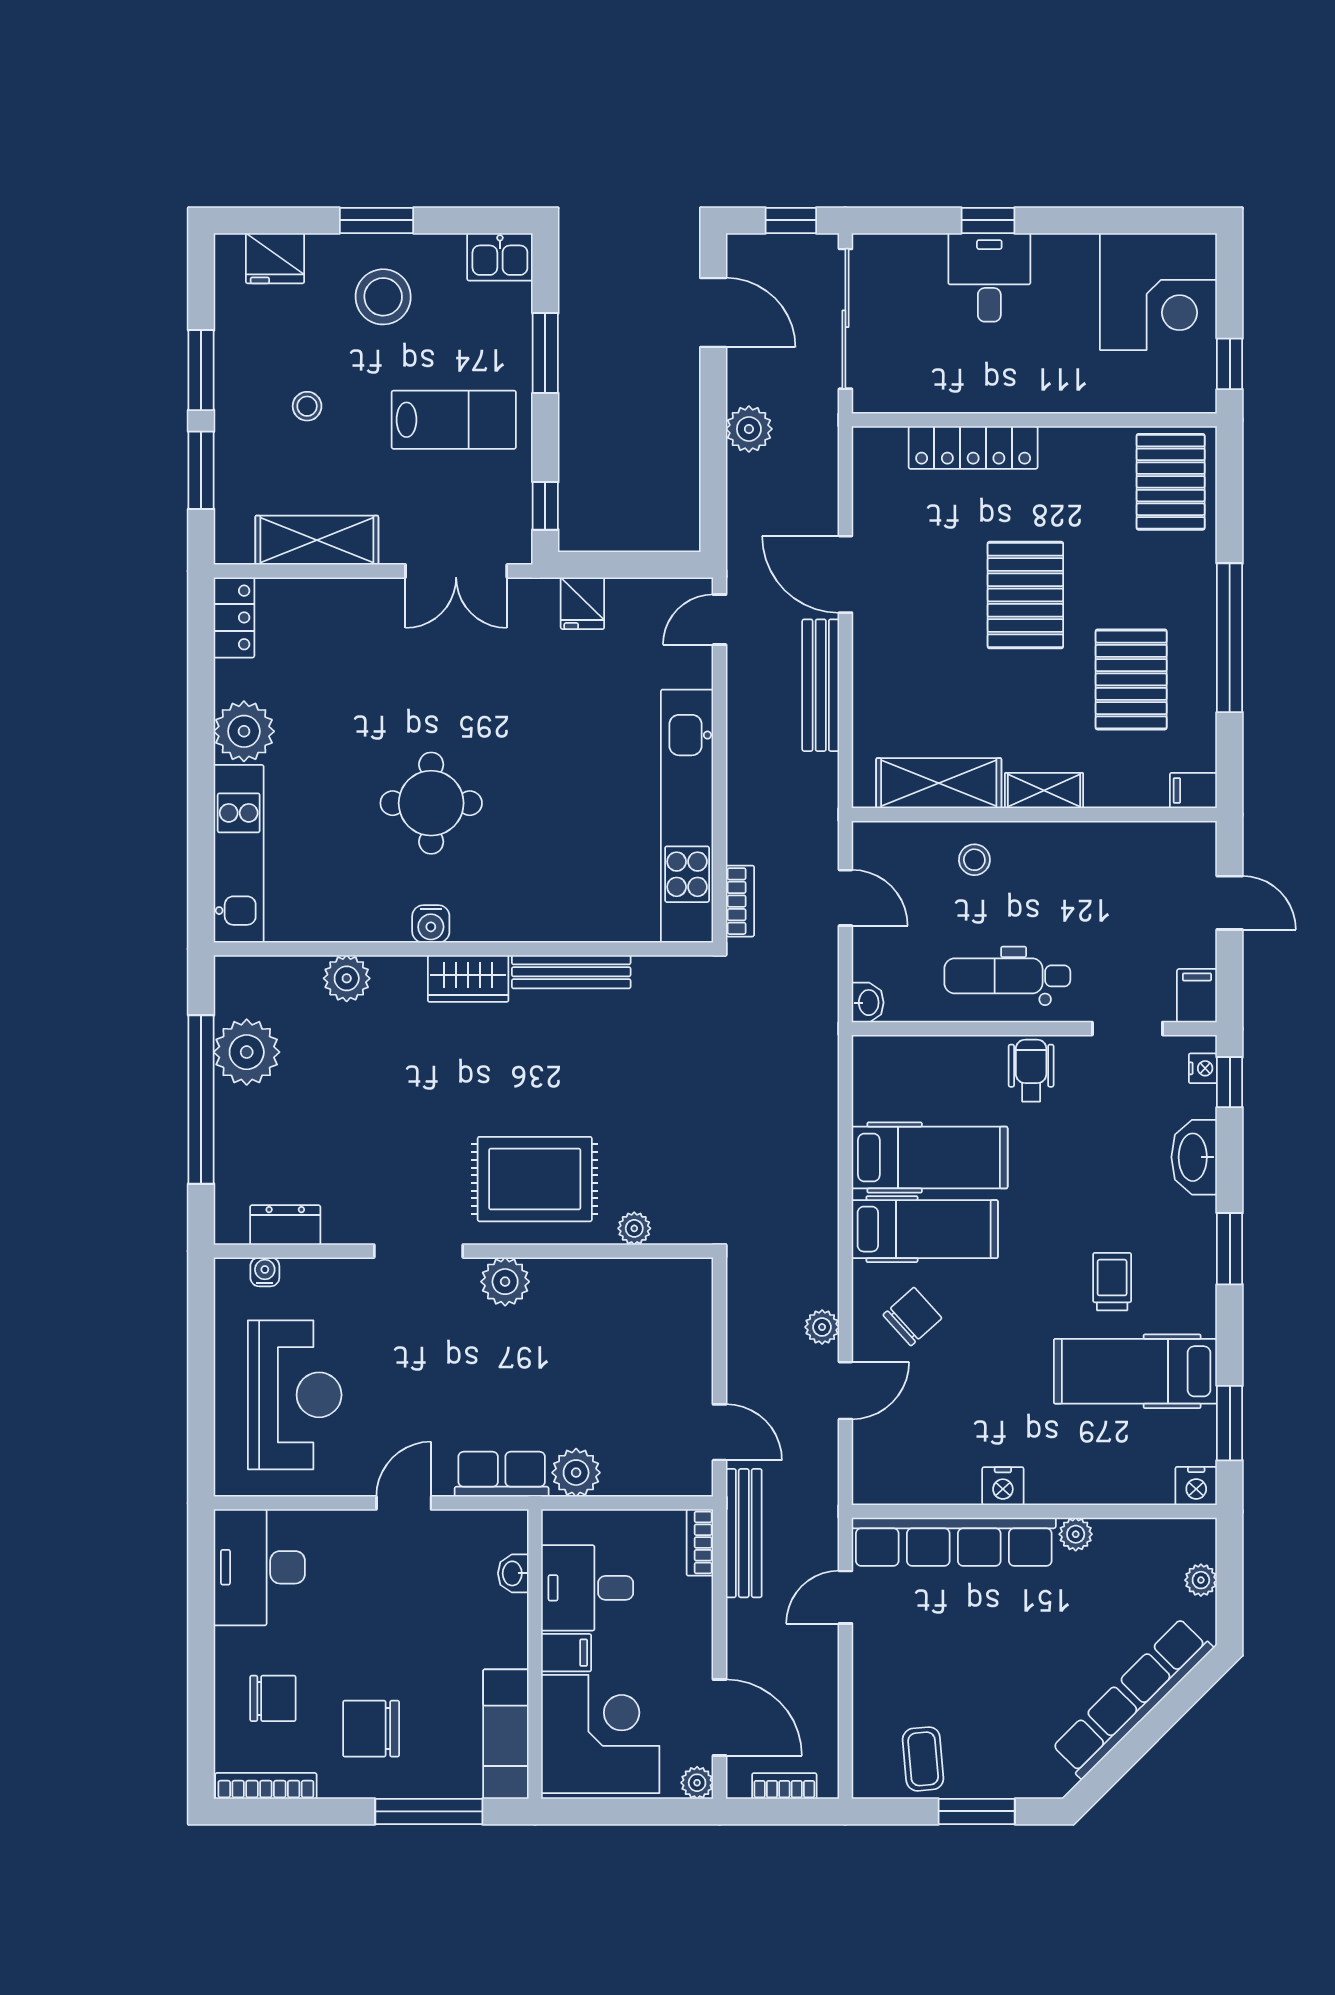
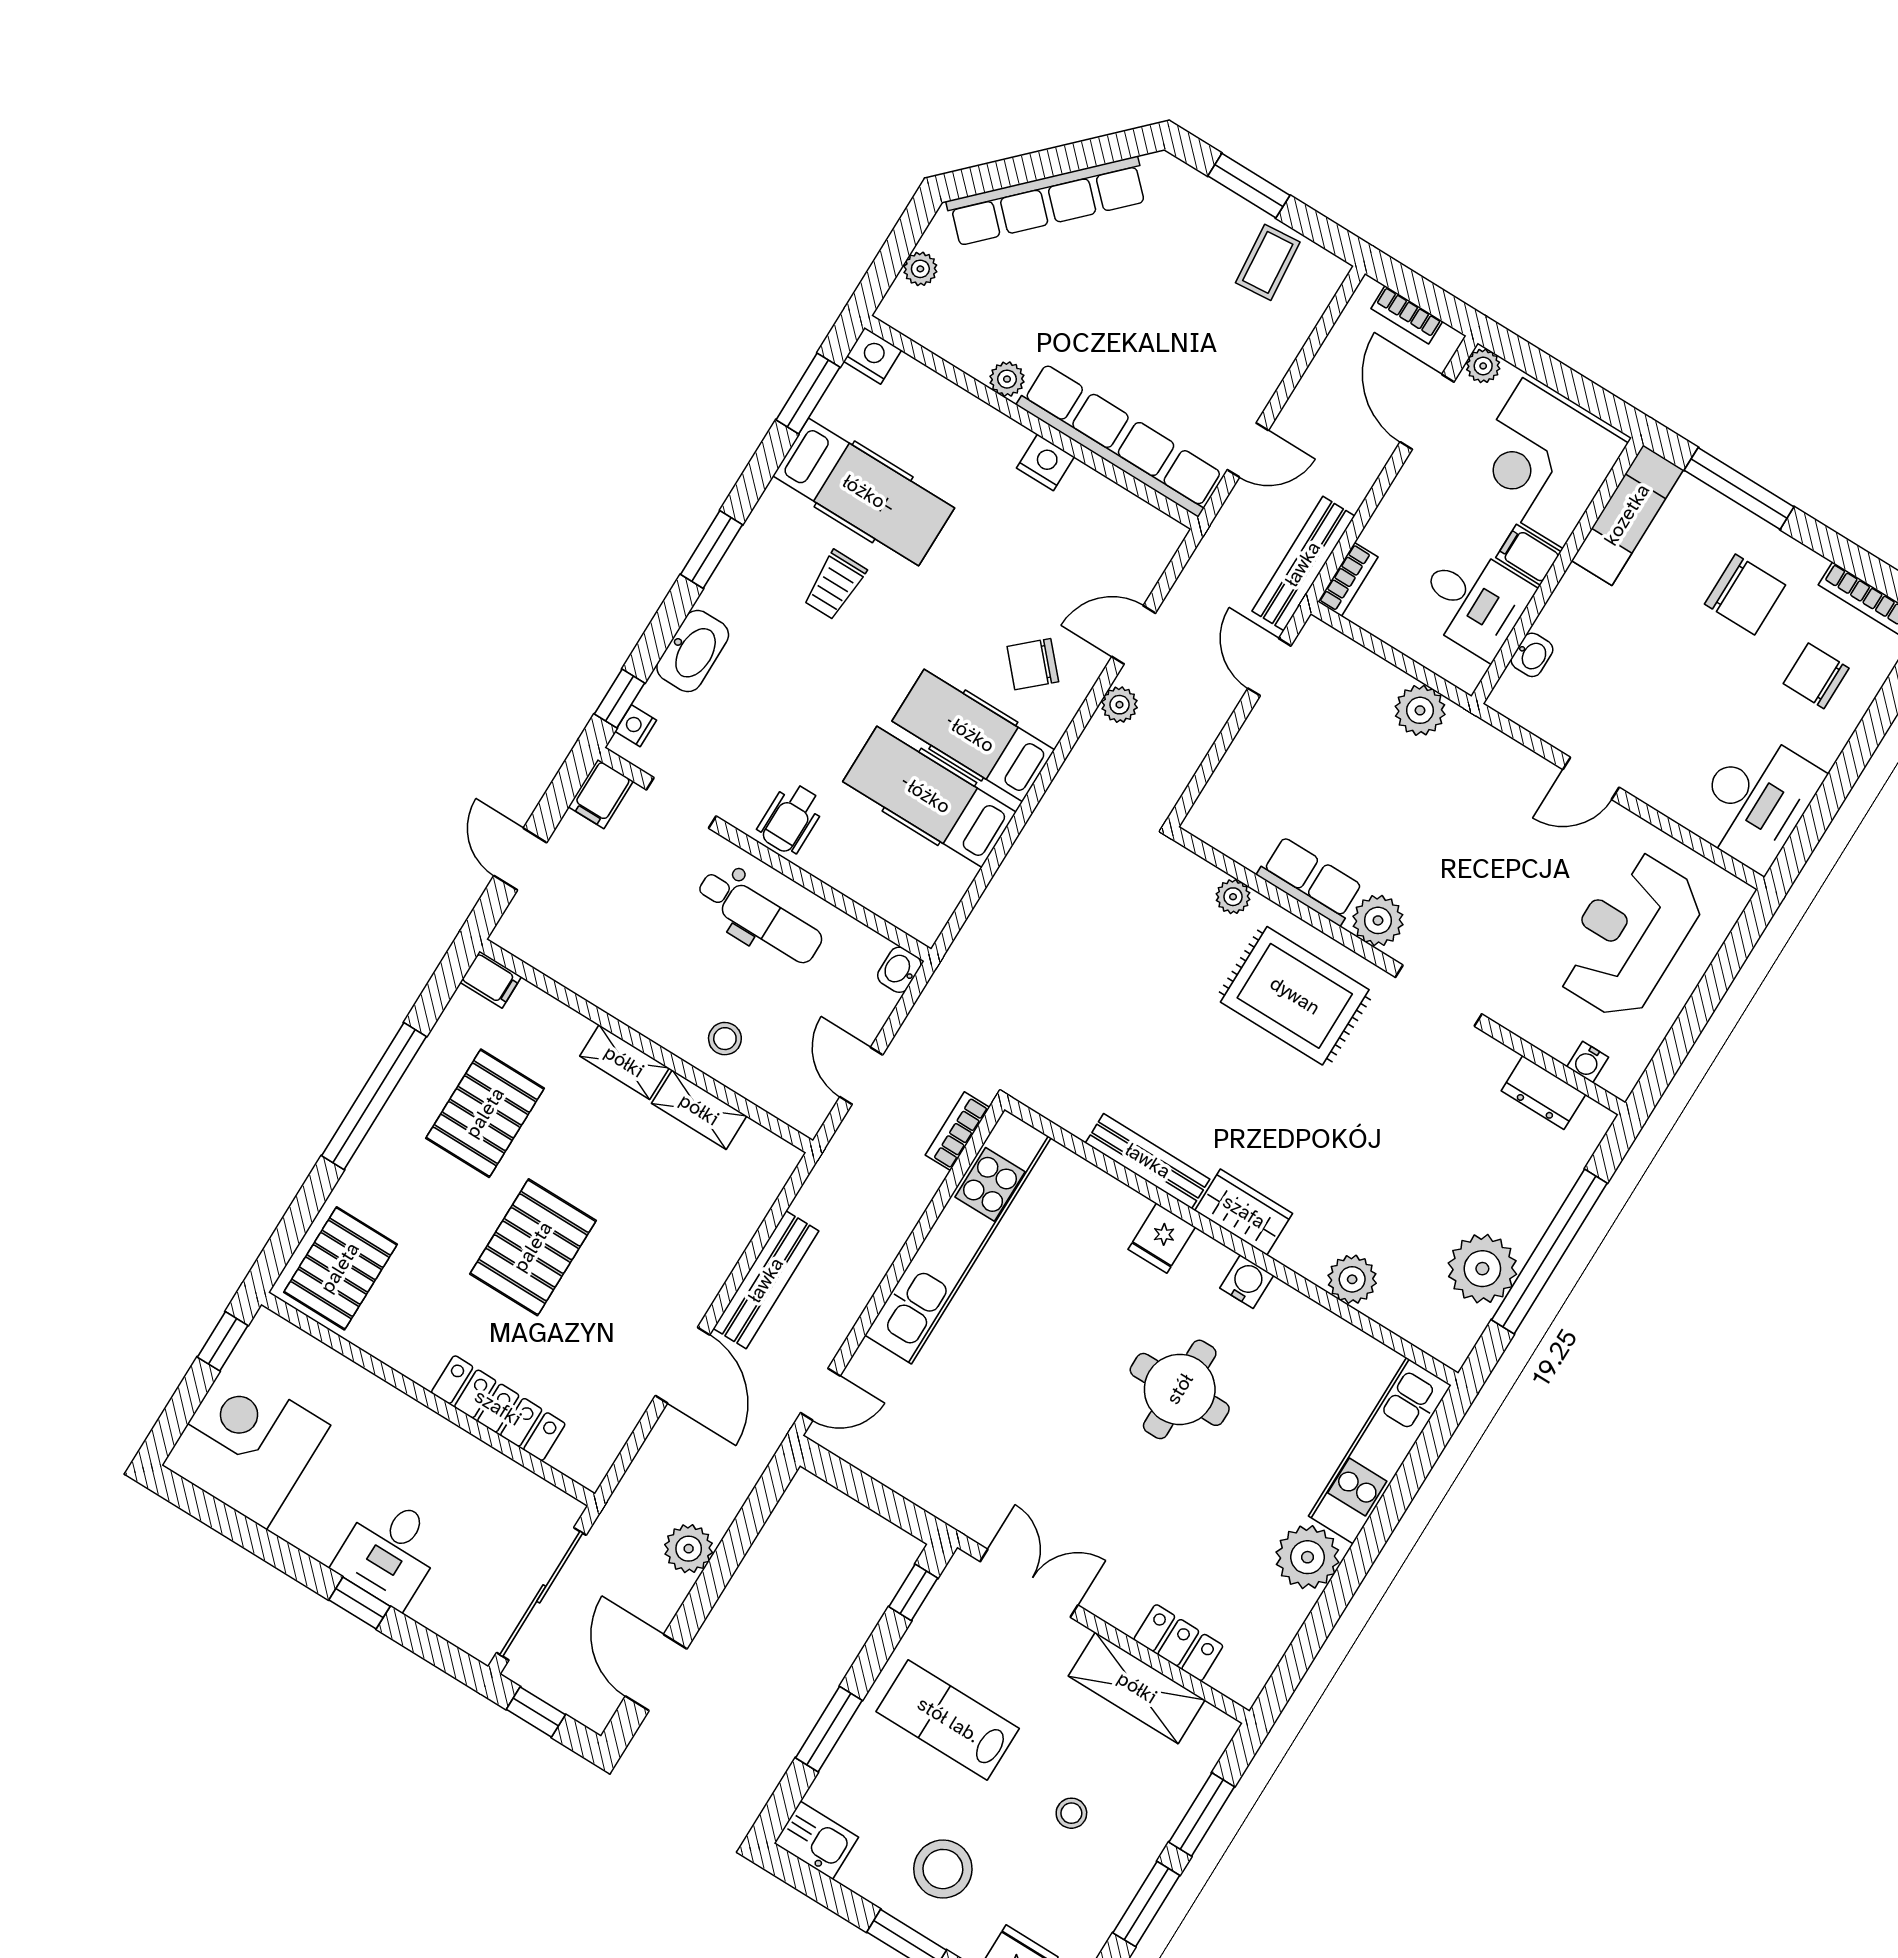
fridge: (582, 603) -> (1162, 1238), moved, turned 180
locker: (234, 617) -> (1178, 1643), moved, turned 90
shelving: (939, 783) -> (699, 1110), width x0.67, depth x0.75
row of seats: (502, 1474) -> (1310, 881), moved, turned 180

